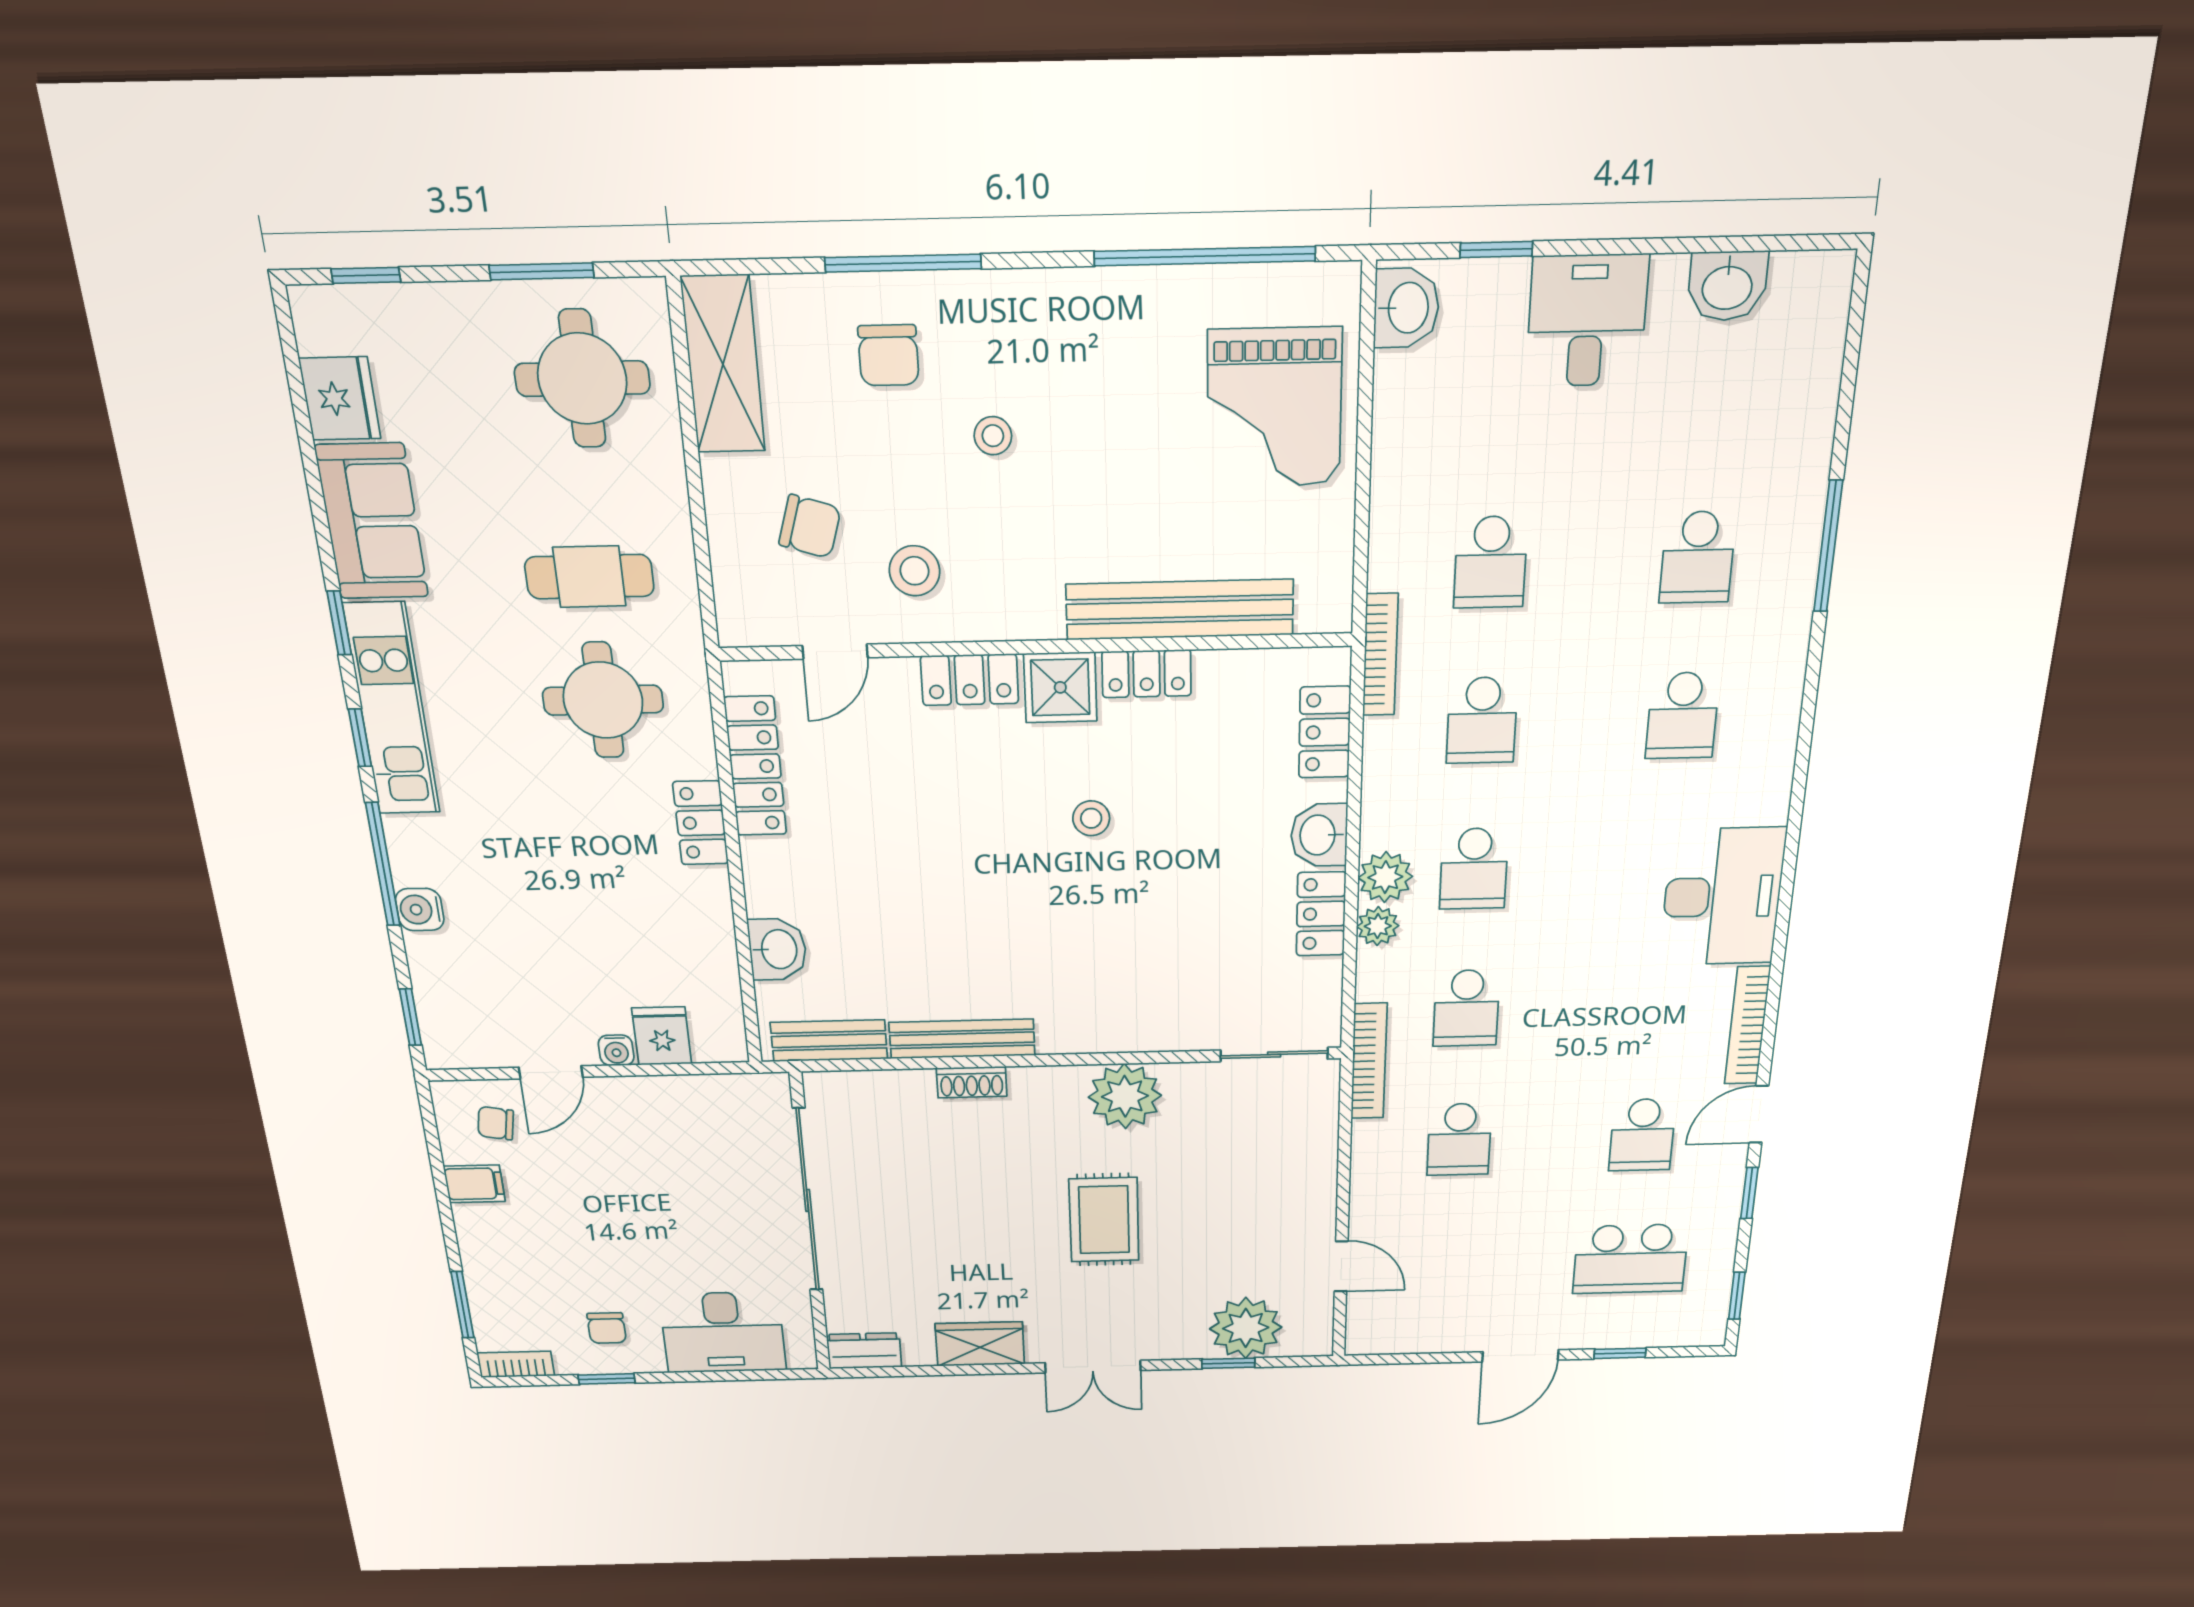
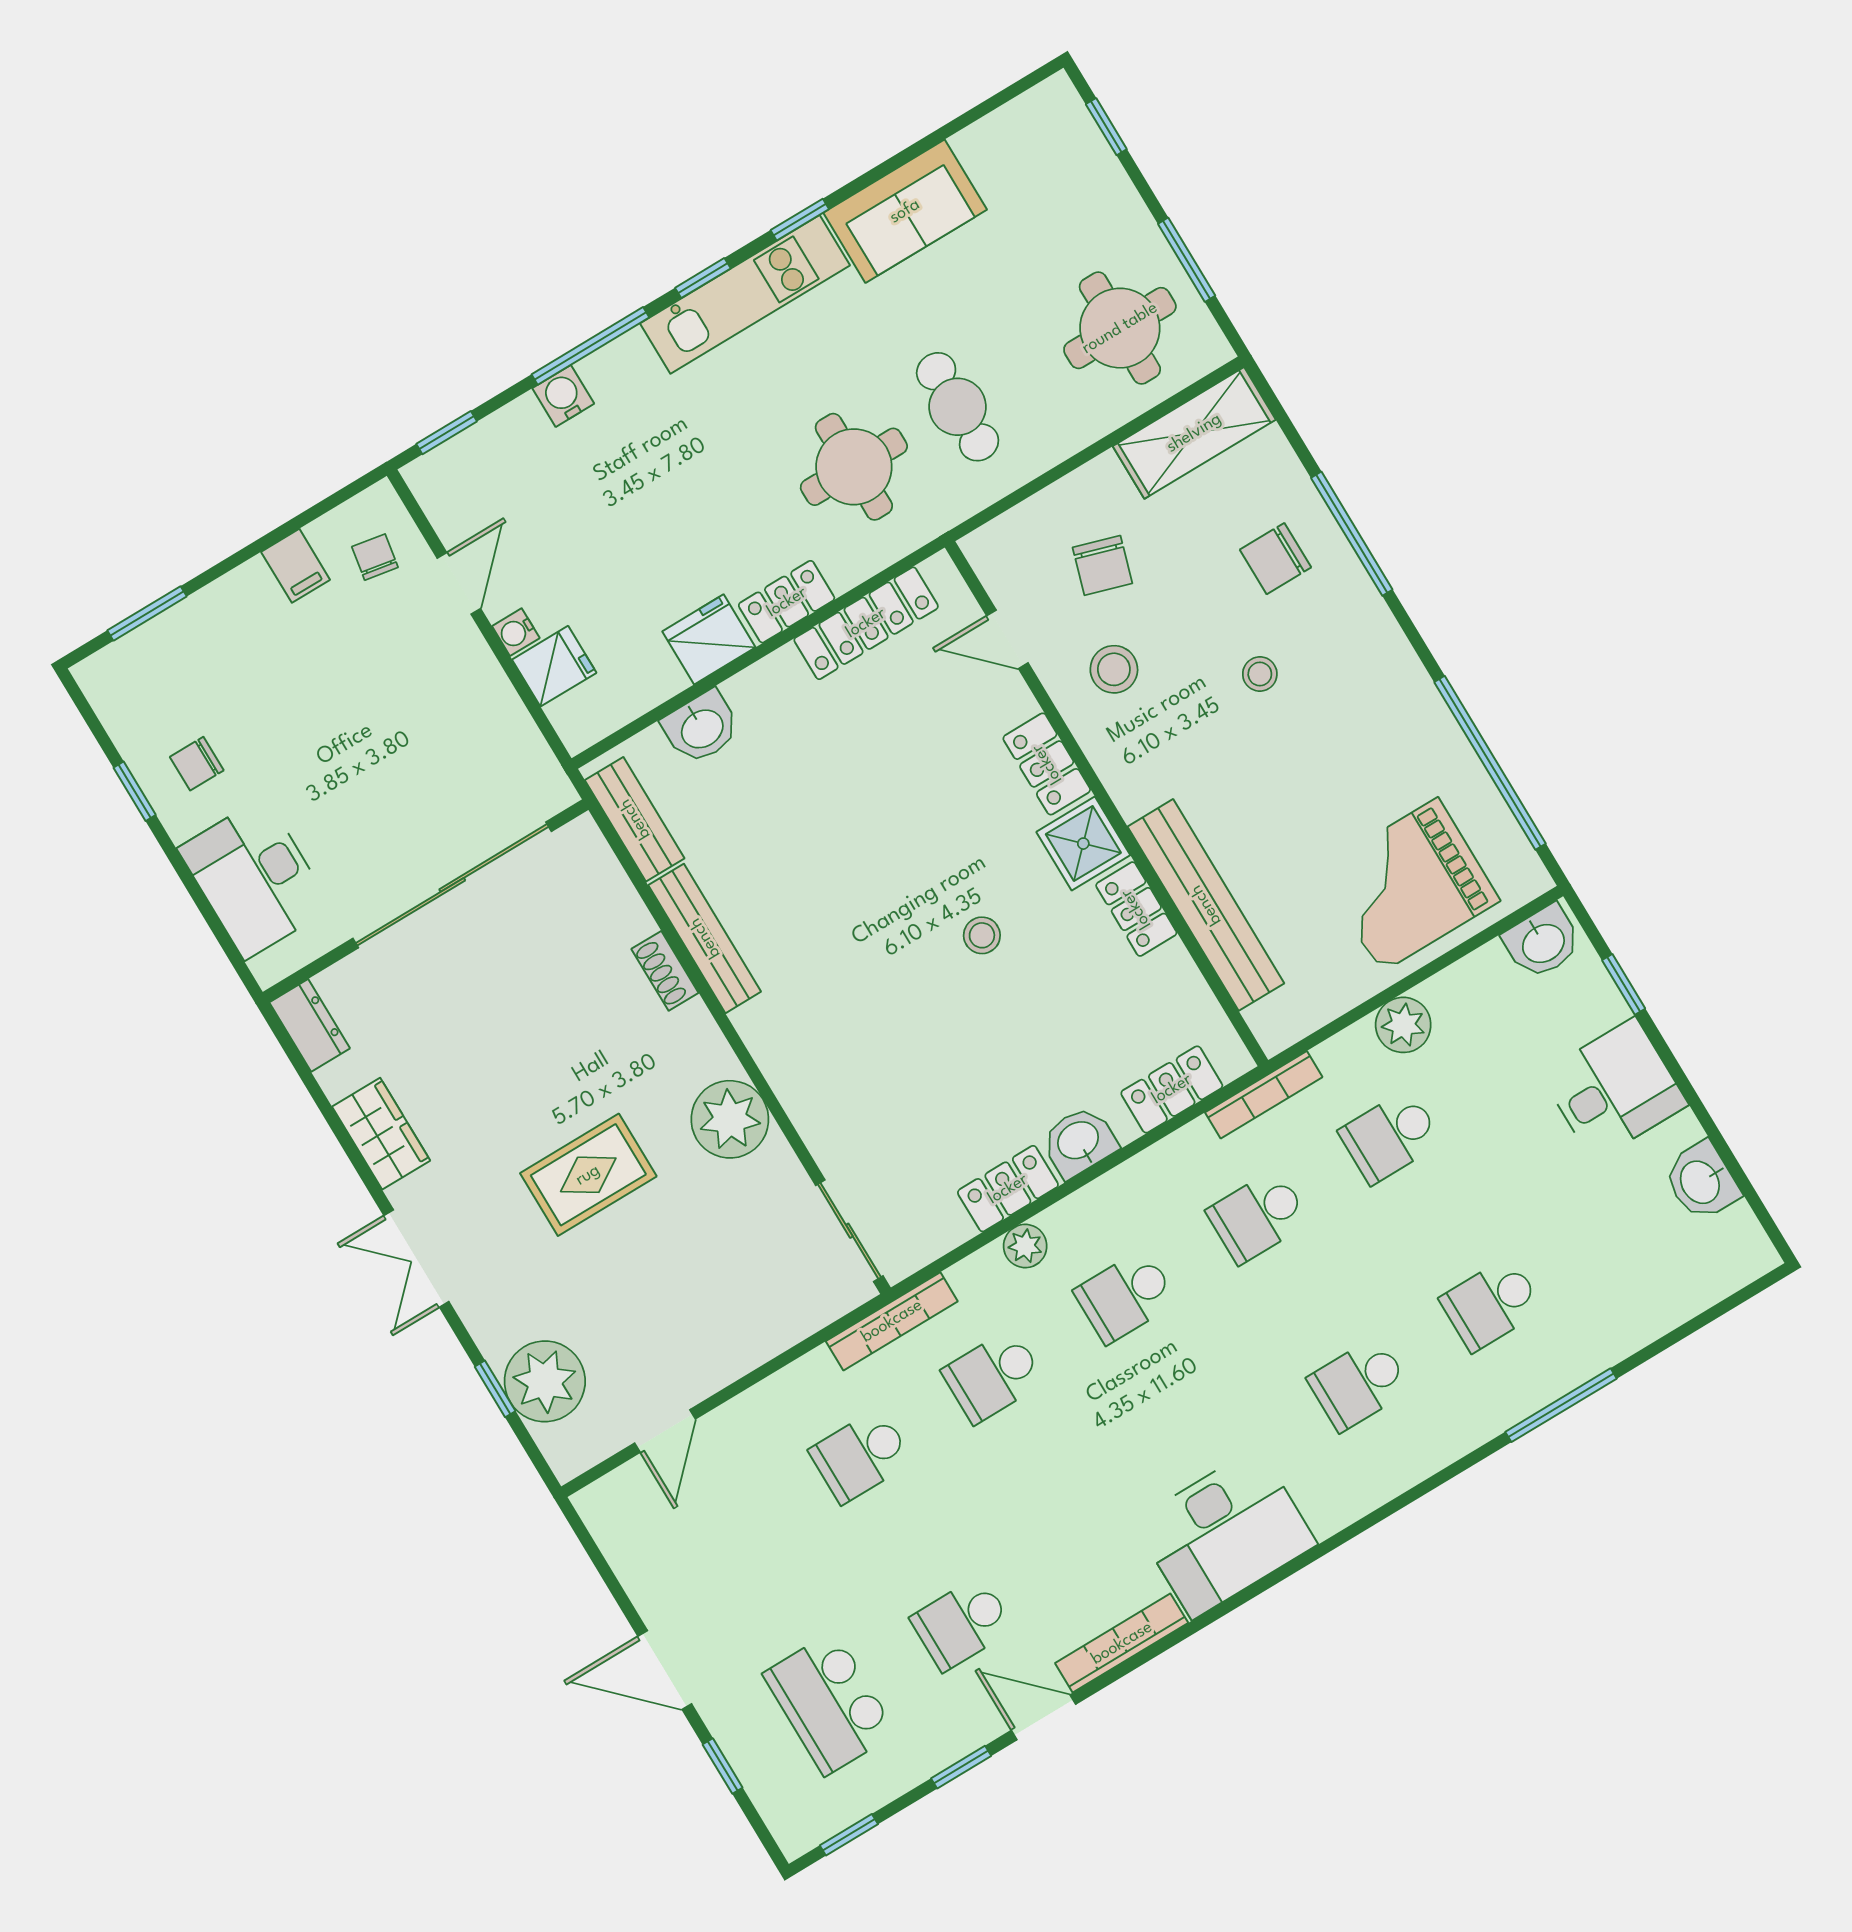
fridge: (340, 399) -> (709, 639), moved, turned 180
plant: (1385, 877) -> (1403, 1025), moved
door: (551, 1072) -> (459, 583), swing flipped
bookcase: (516, 1364) -> (103, 695), removed

